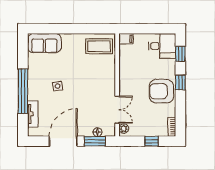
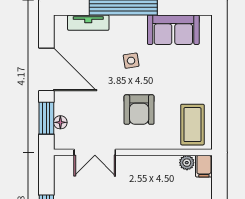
sofa: (44, 43) -> (173, 30), moved, turned -90
armchair: (89, 81) -> (139, 110), added
plant: (124, 129) -> (187, 163), moved

